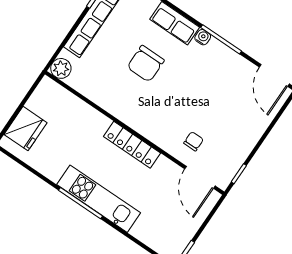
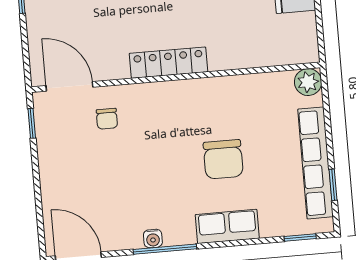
water cooler: (203, 37) -> (153, 239), moved
chair: (146, 64) -> (223, 159), turned 180

